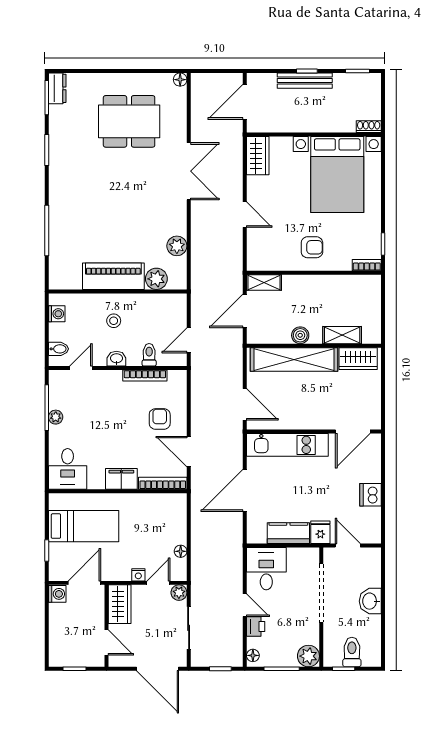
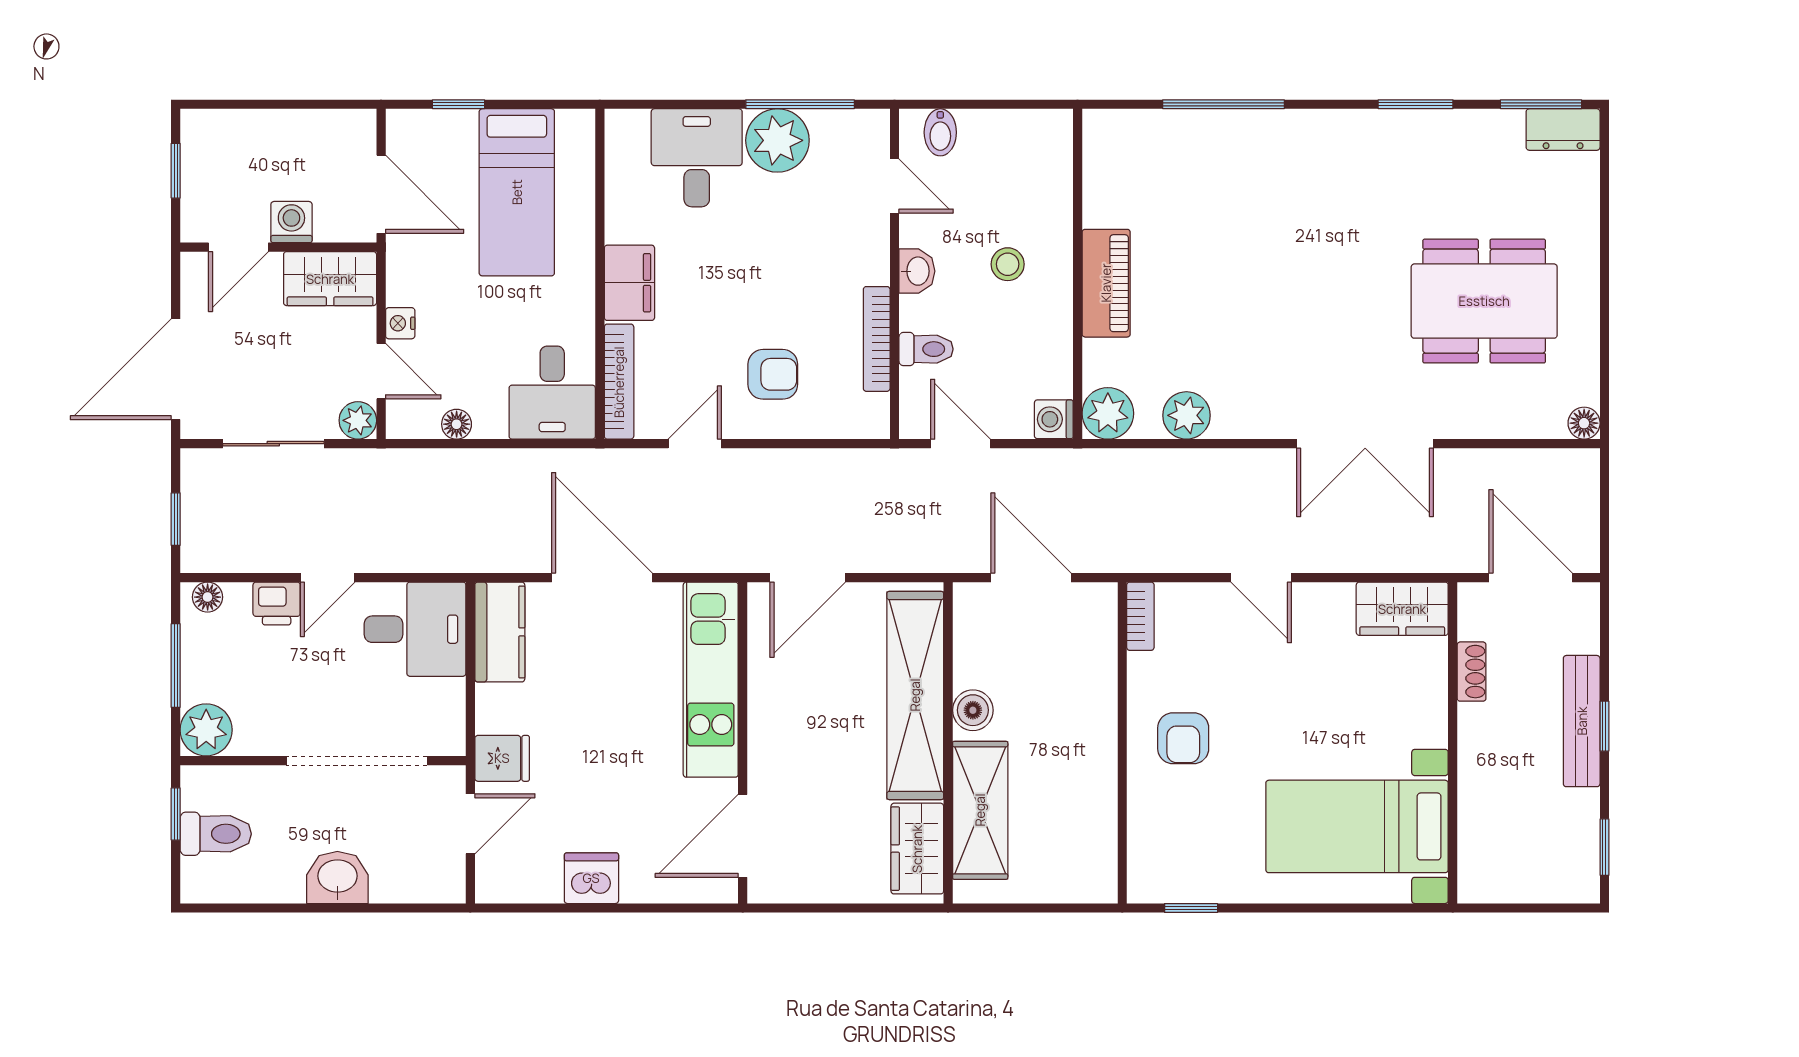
dining table: (129, 121) -> (1484, 301), turned 90
shoe rack: (369, 127) -> (1472, 672), moved
bed with nightstands: (337, 175) -> (1357, 826), width x0.73
door: (245, 215) -> (1261, 578), hinge flipped
bookcase: (367, 265) -> (1140, 616), moved
piano: (113, 276) -> (1106, 283), width x0.73, depth x0.75
plant: (156, 279) -> (1108, 413), moved
shelving: (264, 282) -> (1099, 624), removed
washing machine: (57, 314) -> (1054, 419), moved, turned 90
shelving: (342, 335) -> (980, 810), width x1.50, depth x1.33
plant: (56, 417) -> (777, 140), width x1.88, depth x1.88
door: (353, 432) -> (743, 836), hinge flipped
door: (189, 452) -> (695, 444), width x0.73
desk: (68, 469) -> (697, 158), moved, turned 90
desk: (167, 511) -> (552, 393), added
kitchen counter: (288, 533) -> (500, 632), moved
washing machine: (57, 594) -> (291, 222), moved, turned 180

